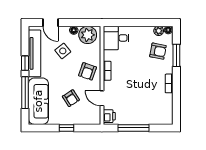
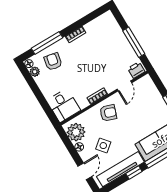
window: (176, 55) -> (47, 43), width x1.44
armchair: (71, 98) -> (141, 113), removed

